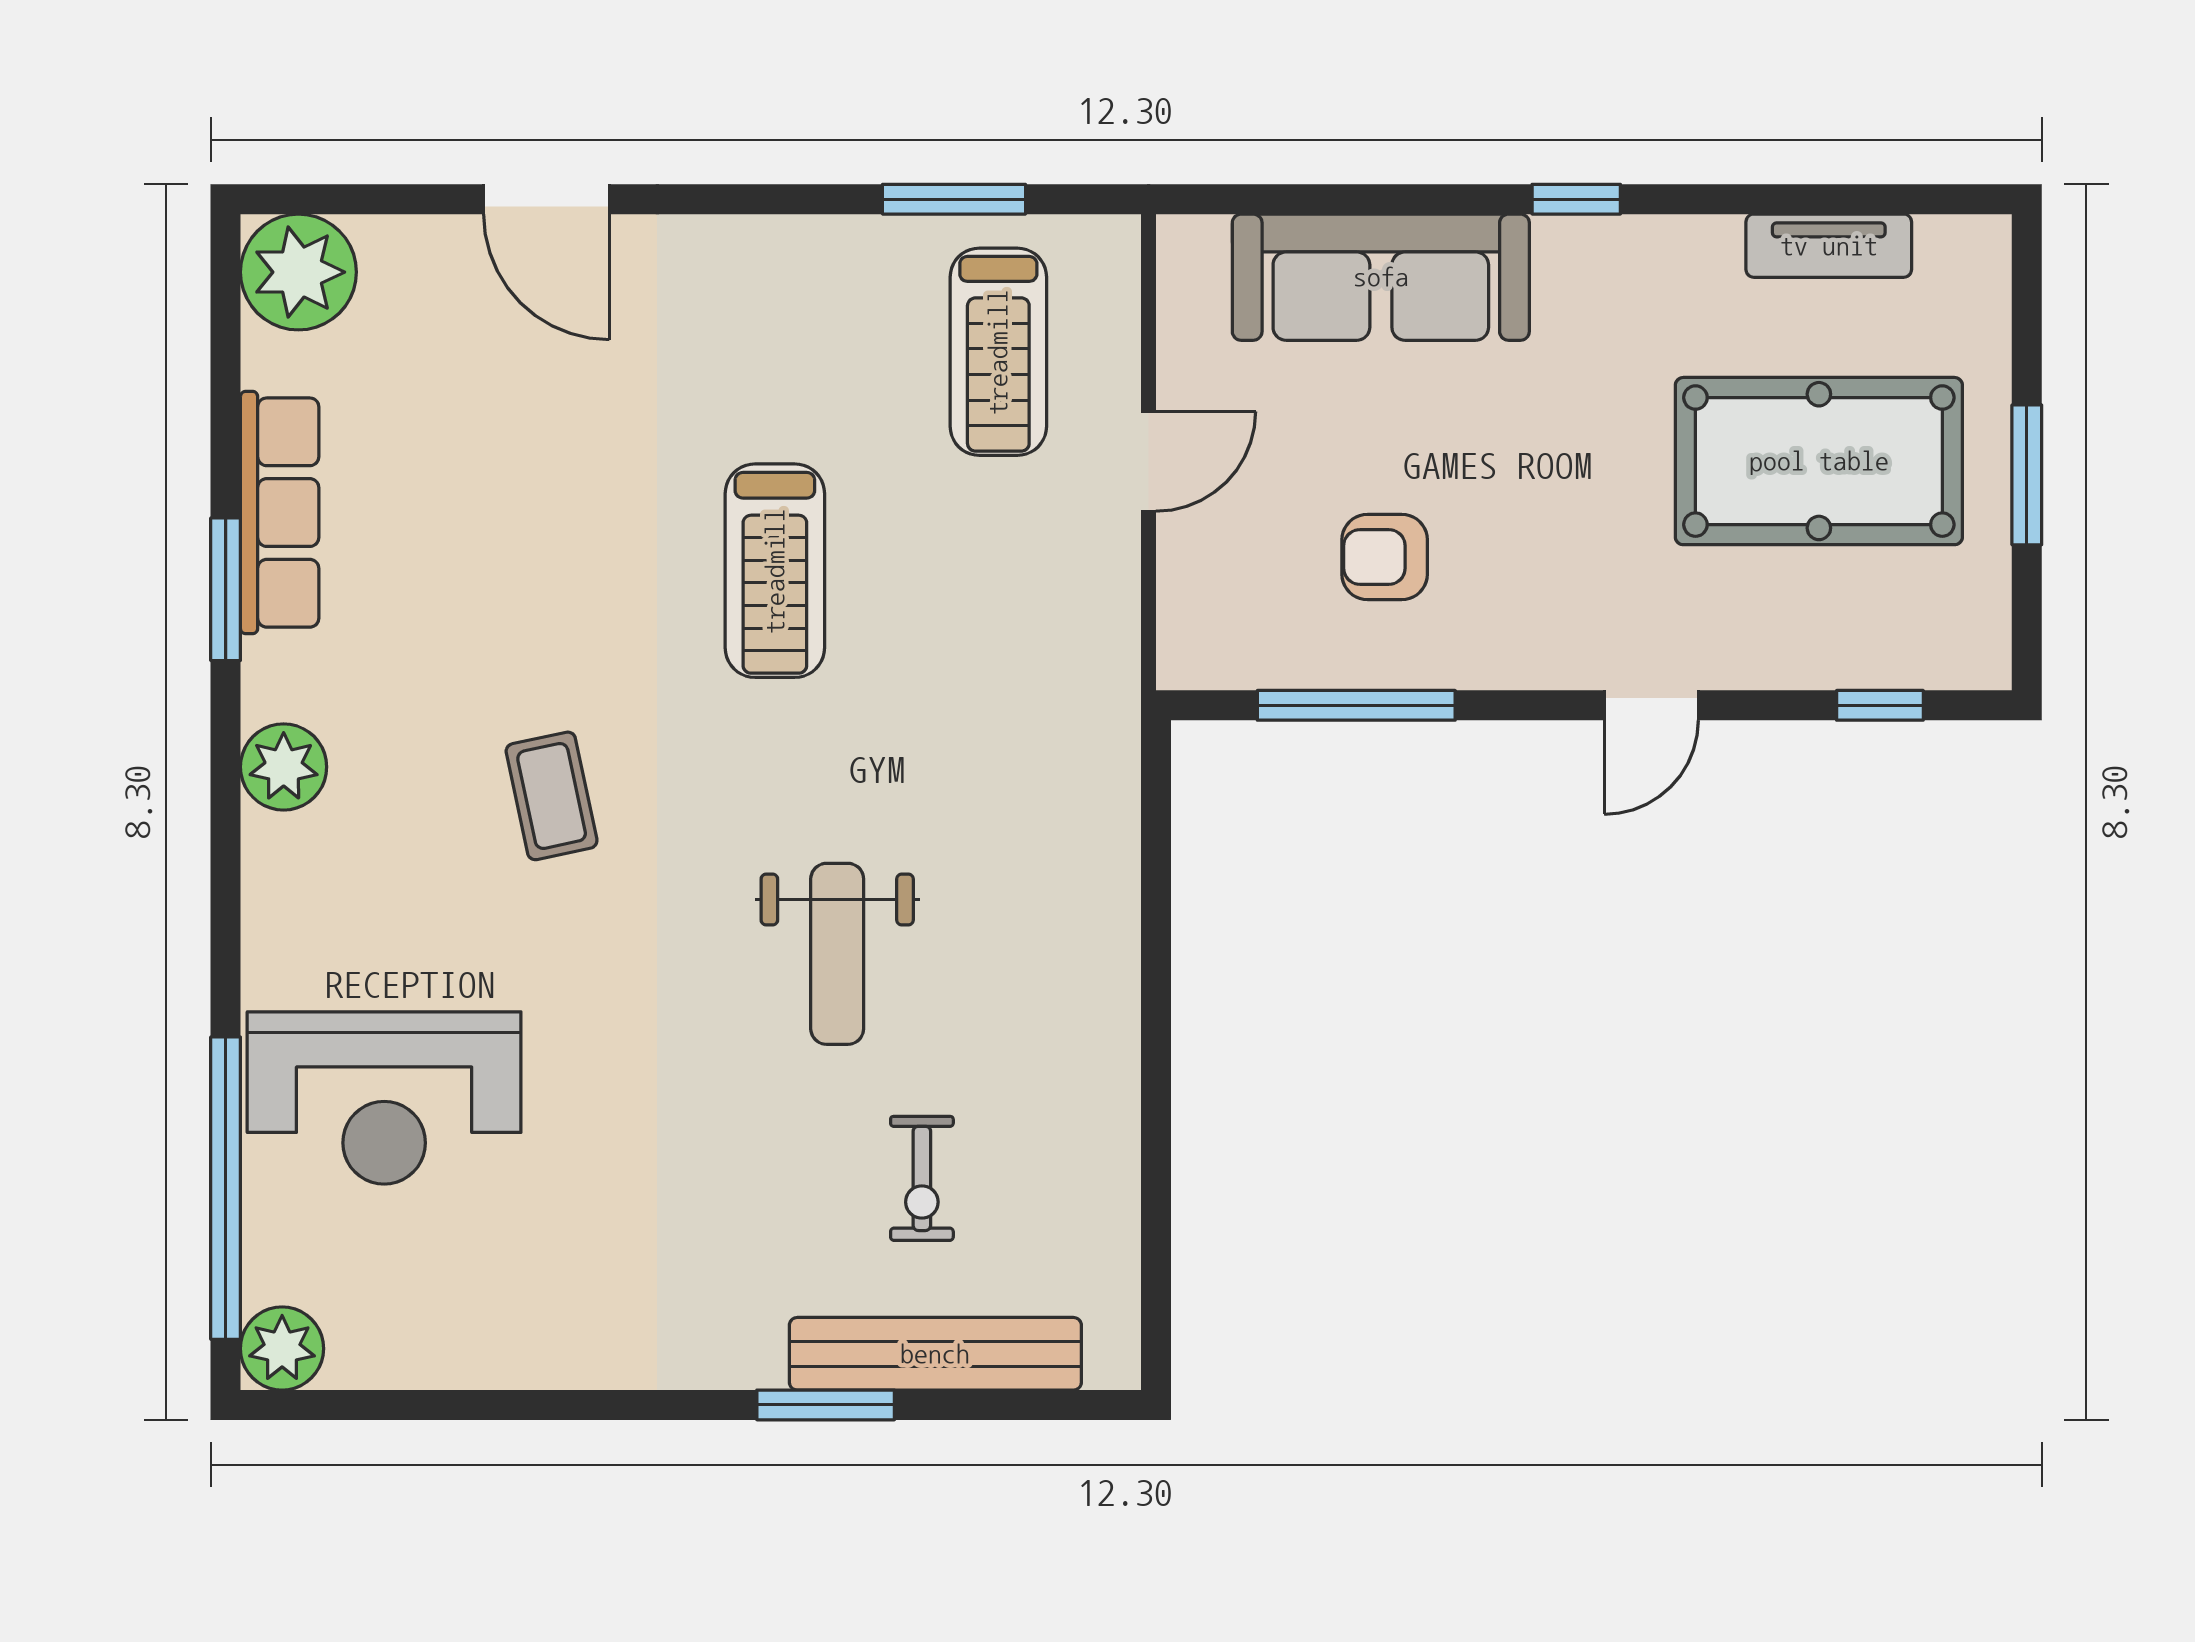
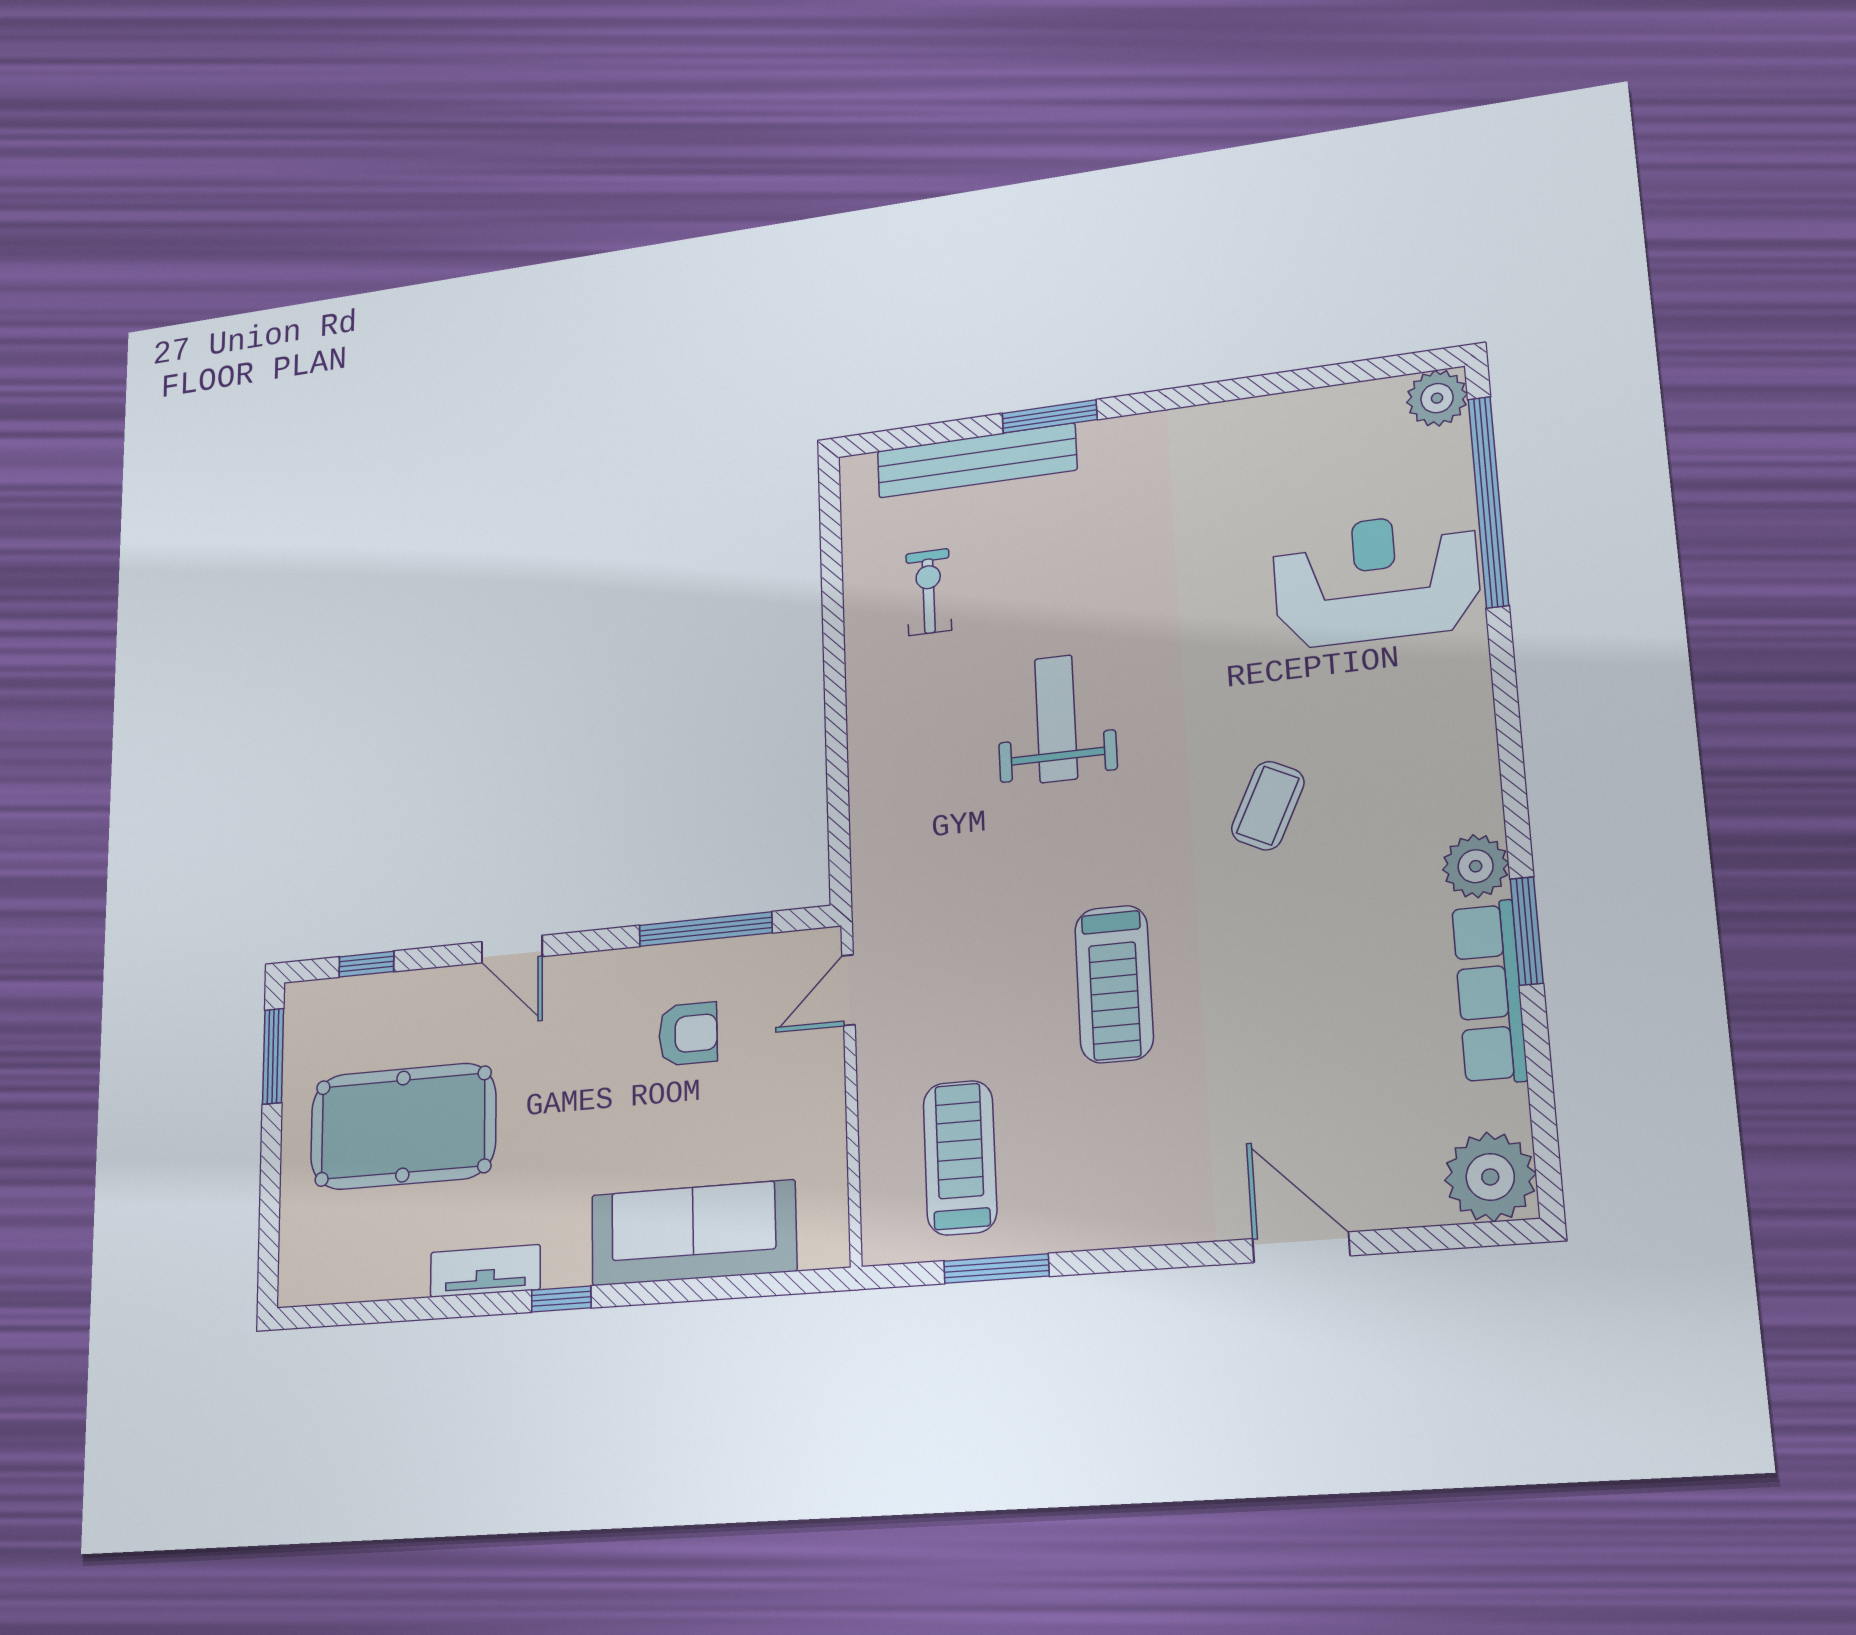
tv unit: (1829, 246) -> (485, 1271), moved
door: (1149, 461) -> (848, 990), moved
window: (2027, 475) -> (273, 1056), moved
treadmill: (775, 571) -> (1114, 984), turned 180
door: (1651, 705) -> (512, 949), swing flipped
plant: (284, 767) -> (1476, 866), moved
coffee table: (552, 796) -> (1268, 806), turned 38
exercise bike: (922, 1178) -> (929, 592), moved

